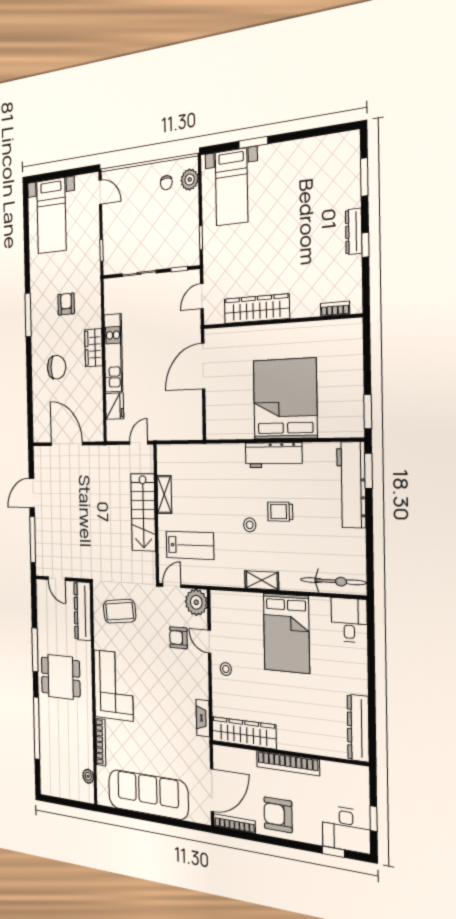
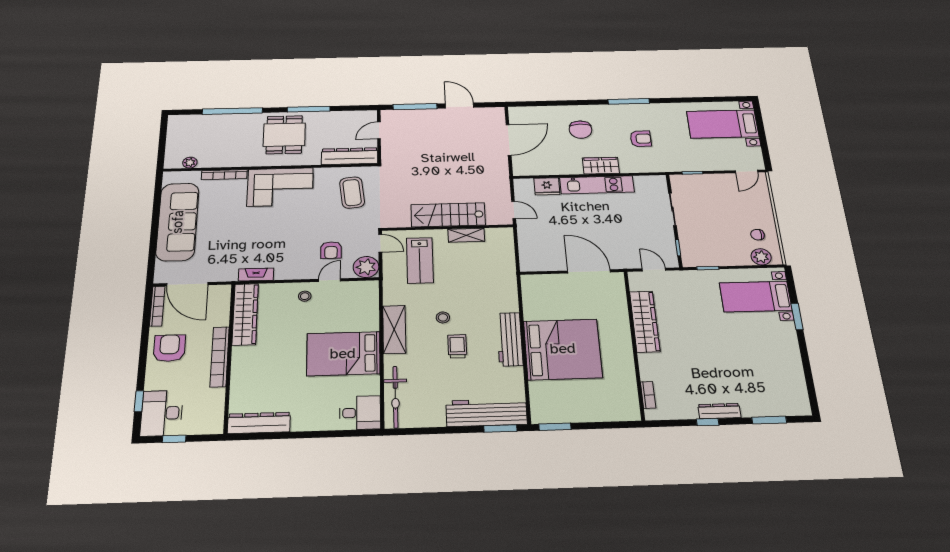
shelving: (262, 580) -> (394, 329), width x1.50, depth x1.33
armchair: (178, 638) -> (331, 250), turned 180

